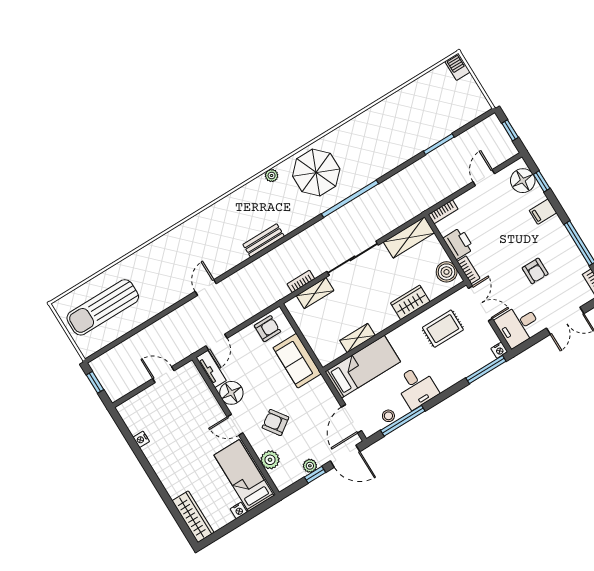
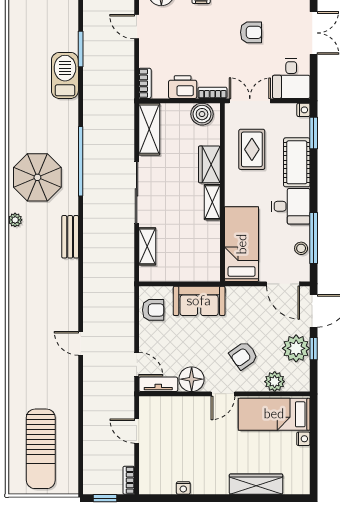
barbecue: (410, 145) -> (65, 75), added
bench: (264, 240) -> (70, 237), moved
bookcase: (301, 281) -> (129, 480), moved
armchair: (268, 329) -> (153, 310), turned 90
shelving: (357, 338) -> (212, 202), moved
window: (486, 370) -> (314, 133), width x0.69
cot: (455, 371) -> (297, 162), added
door: (163, 375) -> (137, 431), hinge flipped
plant: (310, 466) -> (296, 348), width x1.88, depth x1.88
wardrobe: (193, 517) -> (256, 484), moved

